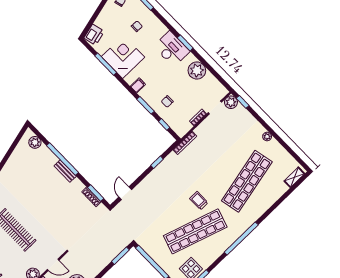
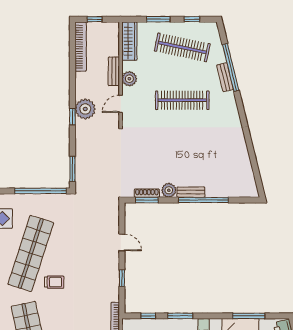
plant: (35, 142) -> (169, 190), moved
door: (125, 193) -> (122, 242), moved

